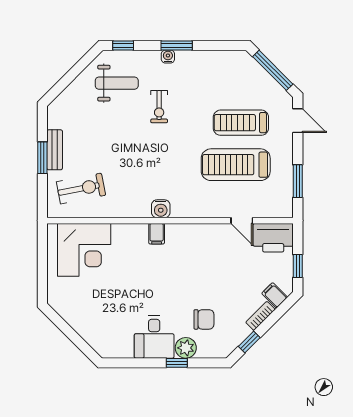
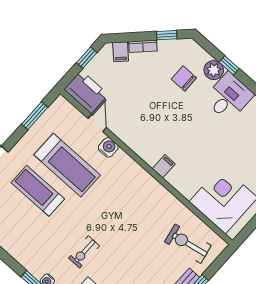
exercise bike: (159, 107) -> (84, 252), turned 180
treadmill: (241, 123) -> (38, 191), turned 180
water cooler: (161, 209) -> (108, 147), moved

